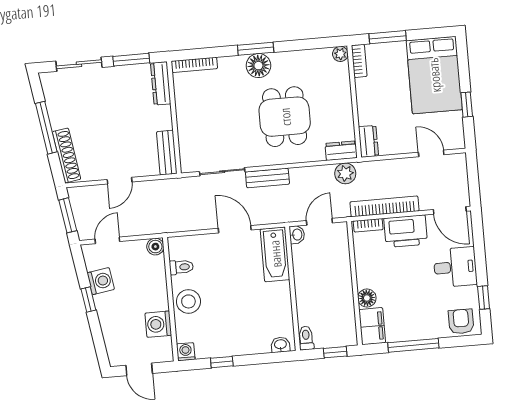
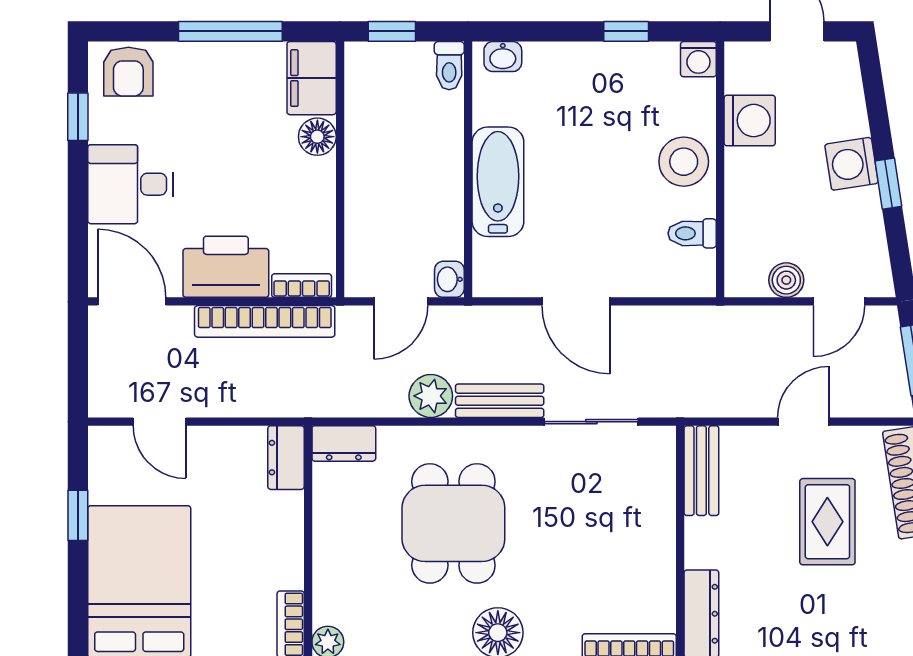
rug: (104, 133) -> (827, 522), added
plant: (345, 173) -> (431, 396), moved
boiler: (155, 247) -> (786, 280), moved
bathtub: (275, 254) -> (498, 182), moved
washing machine: (101, 281) -> (851, 164), moved

